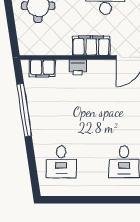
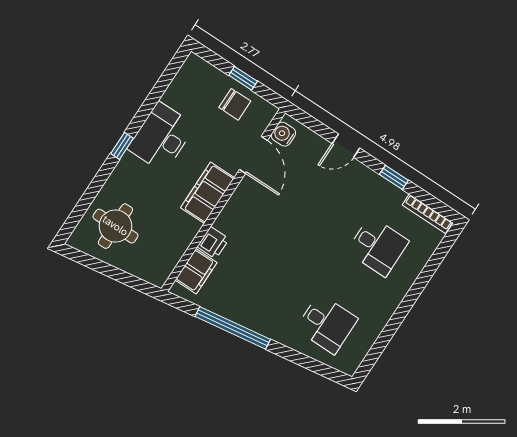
printer: (78, 67) -> (213, 243), moved

